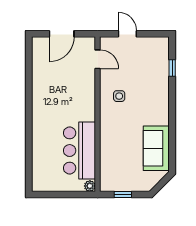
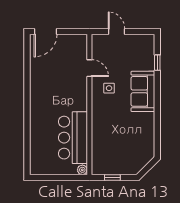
door: (62, 34) -> (46, 32), moved
door: (98, 59) -> (89, 68), moved
sofa: (156, 148) -> (143, 91), moved

